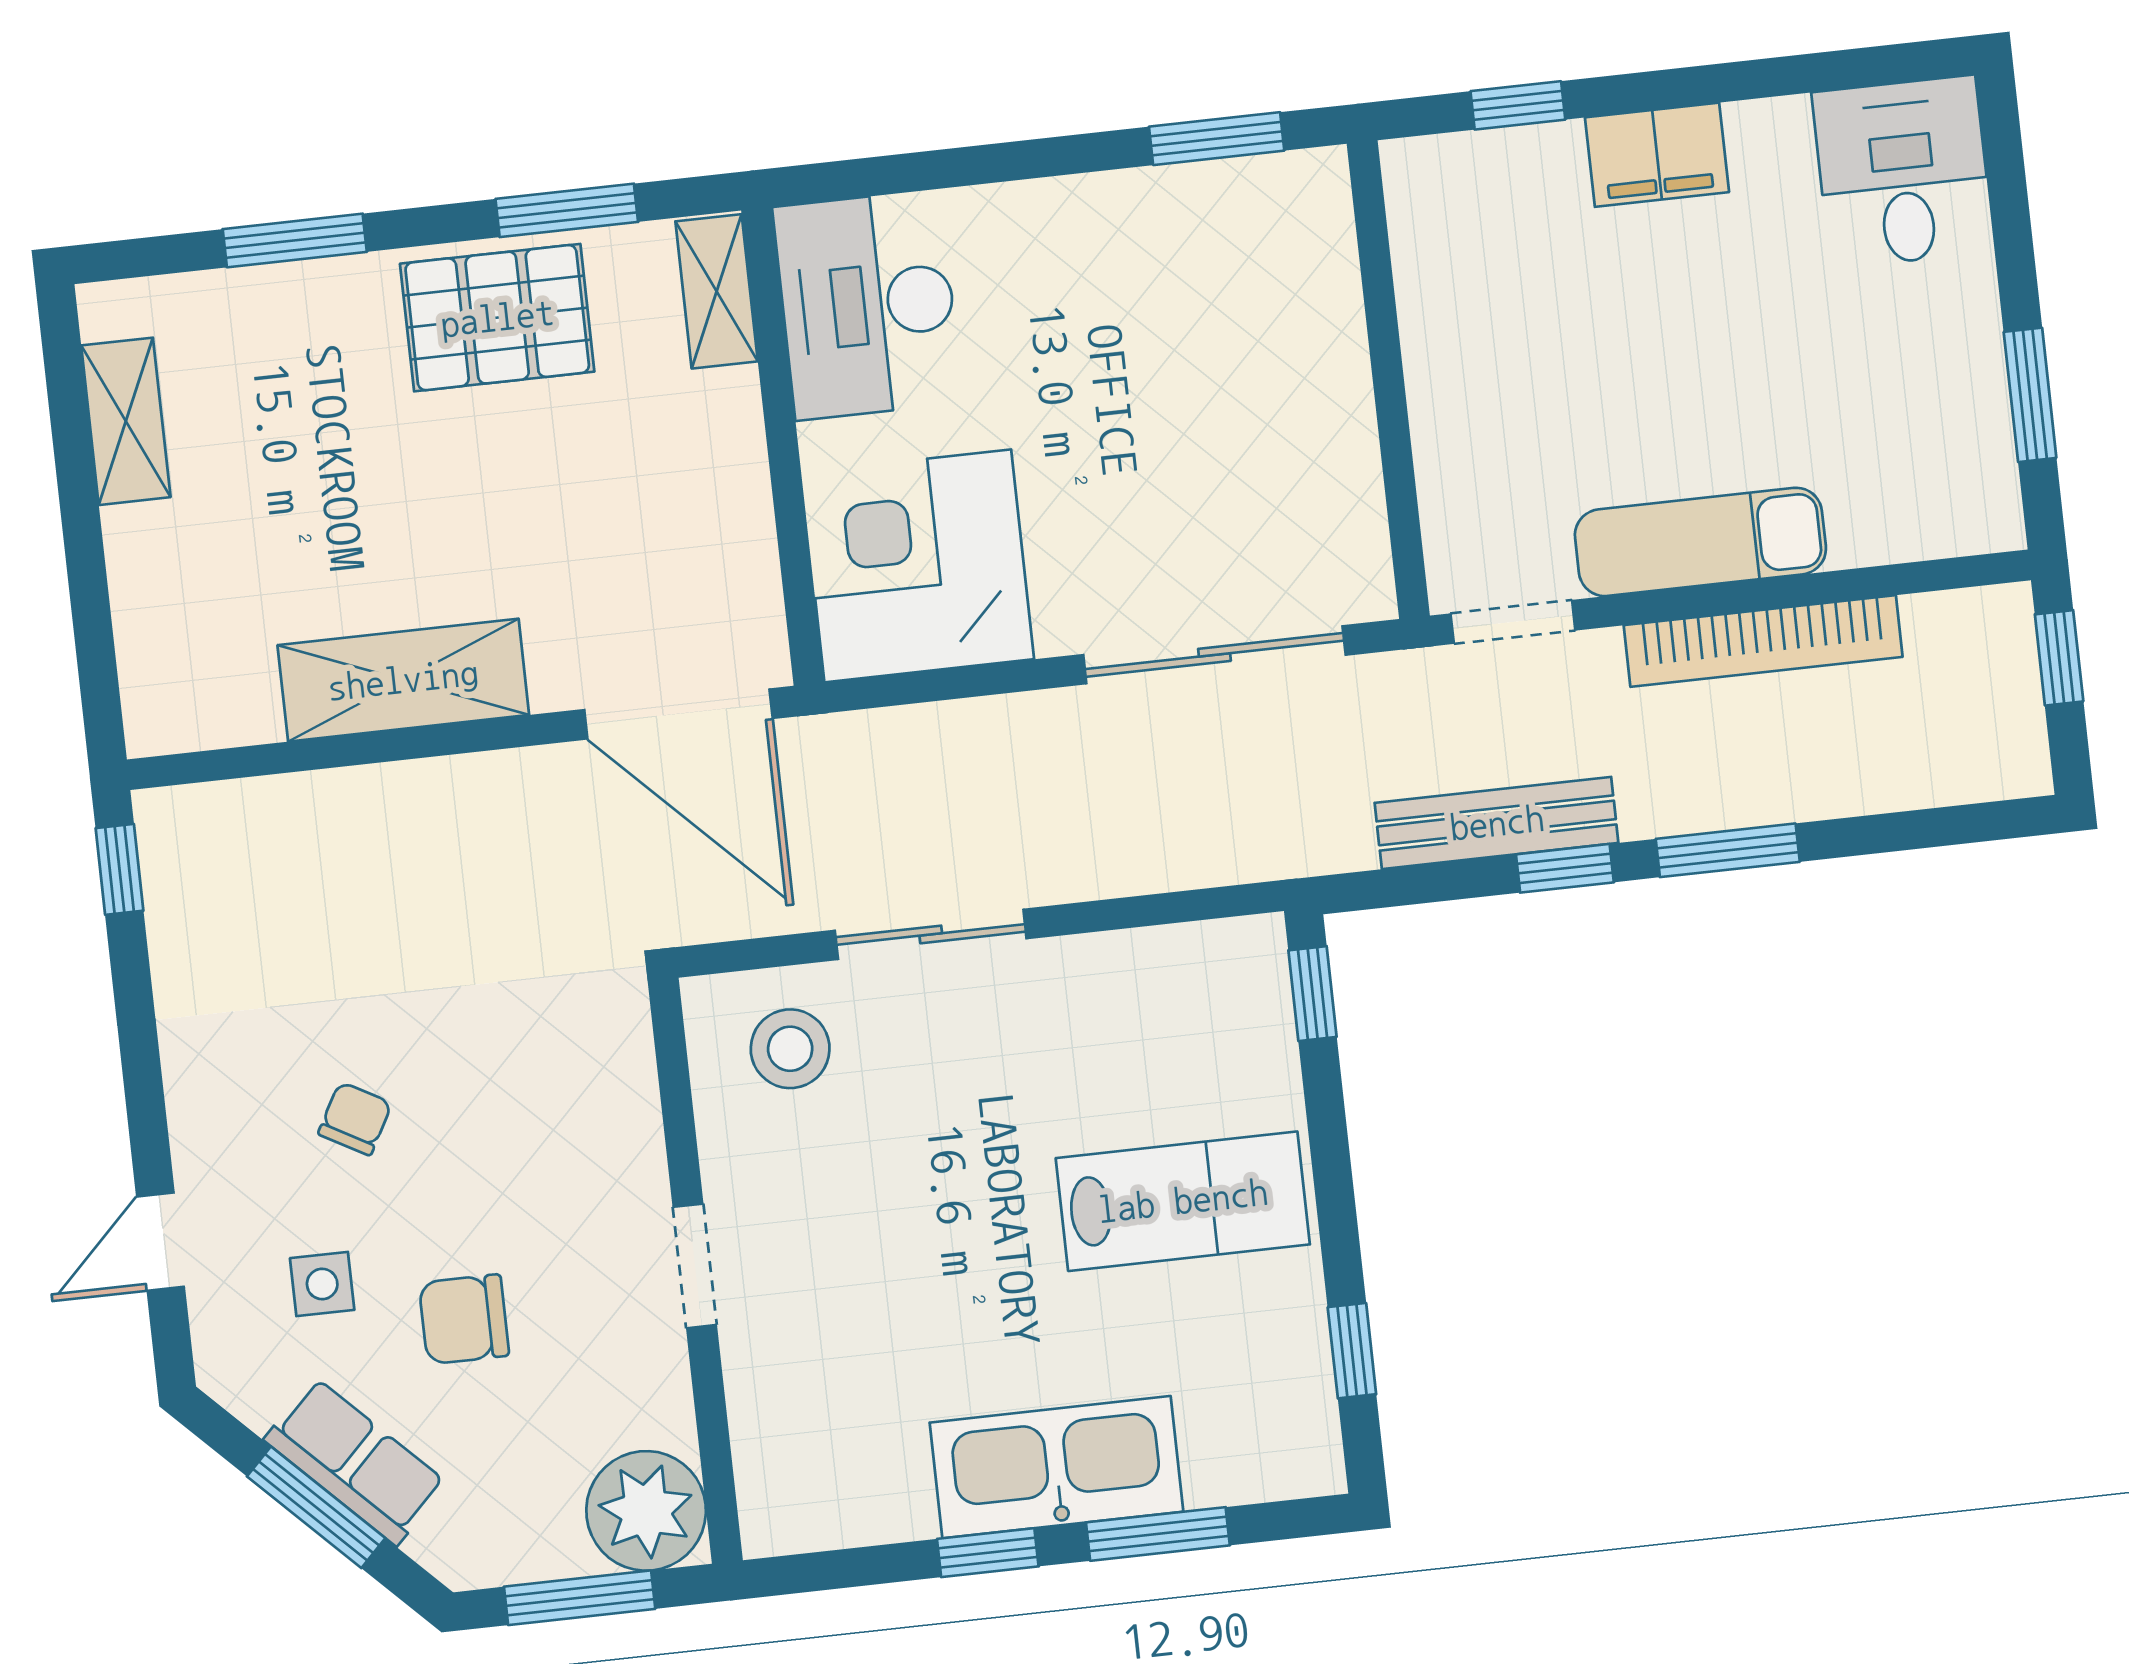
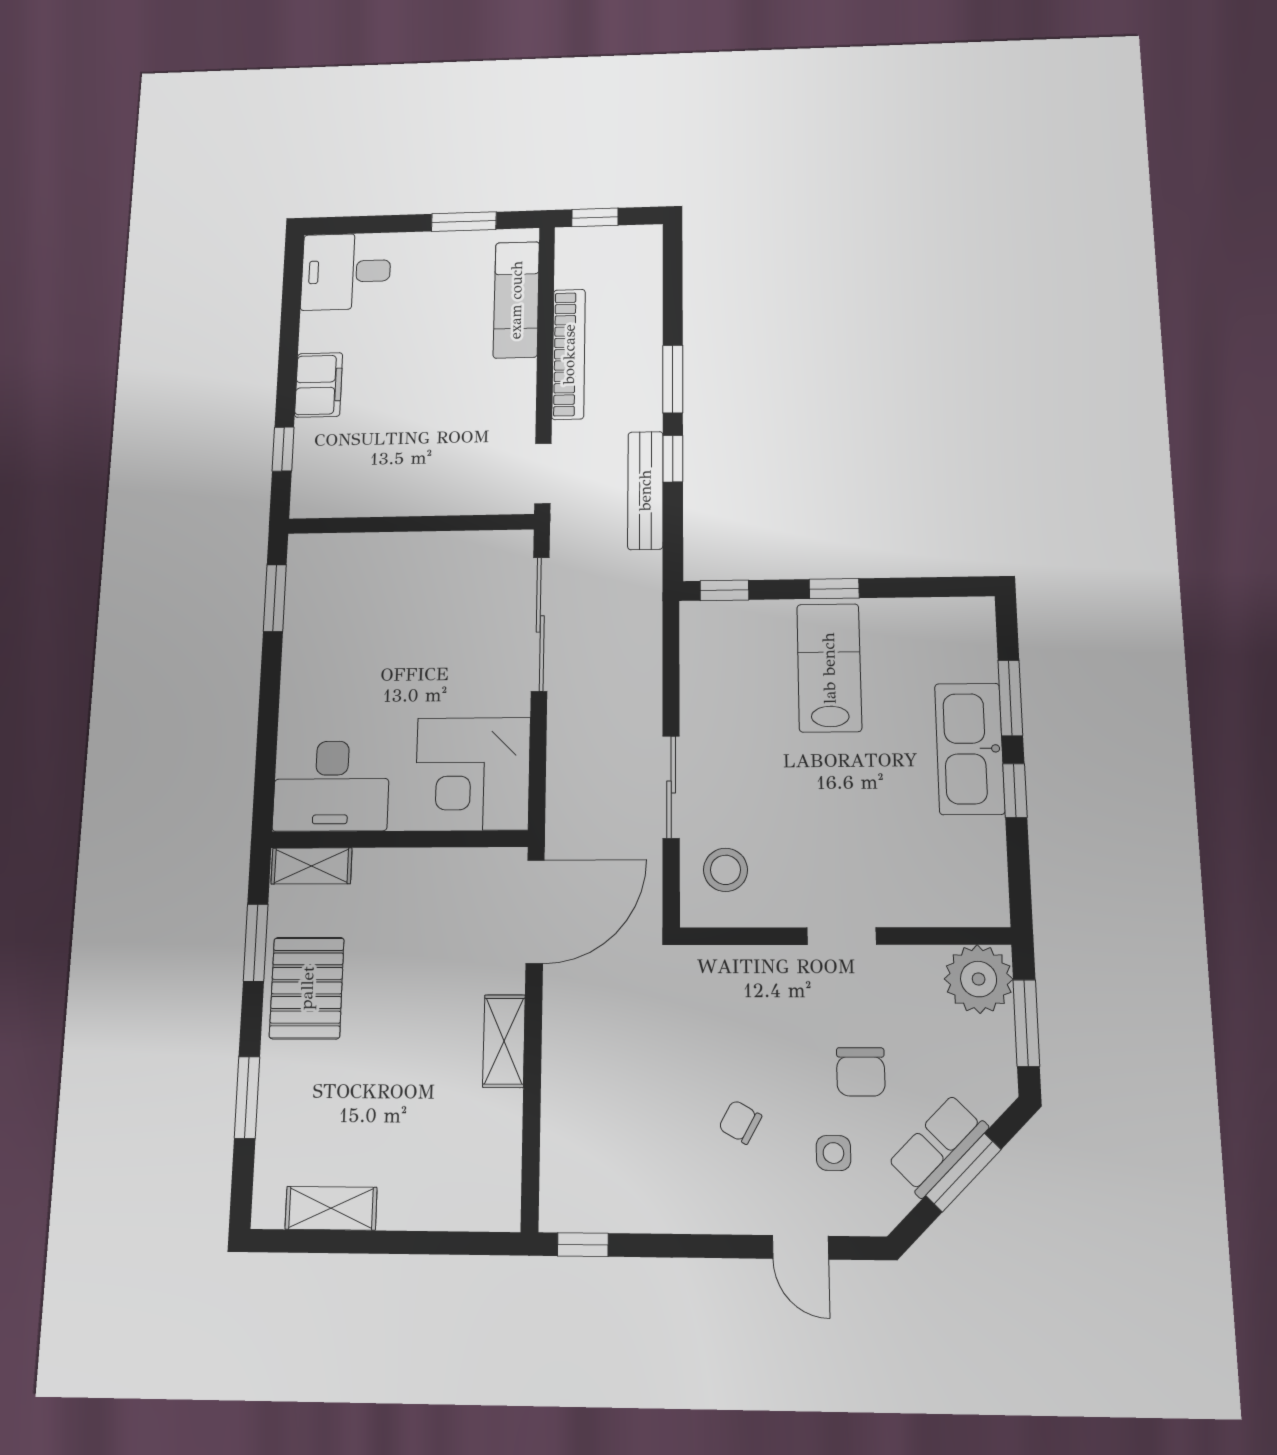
exam couch: (1700, 542) -> (516, 300), moved
shelving: (403, 680) -> (504, 1041), width x0.67, depth x0.75
window: (1352, 1351) -> (834, 589), moved

